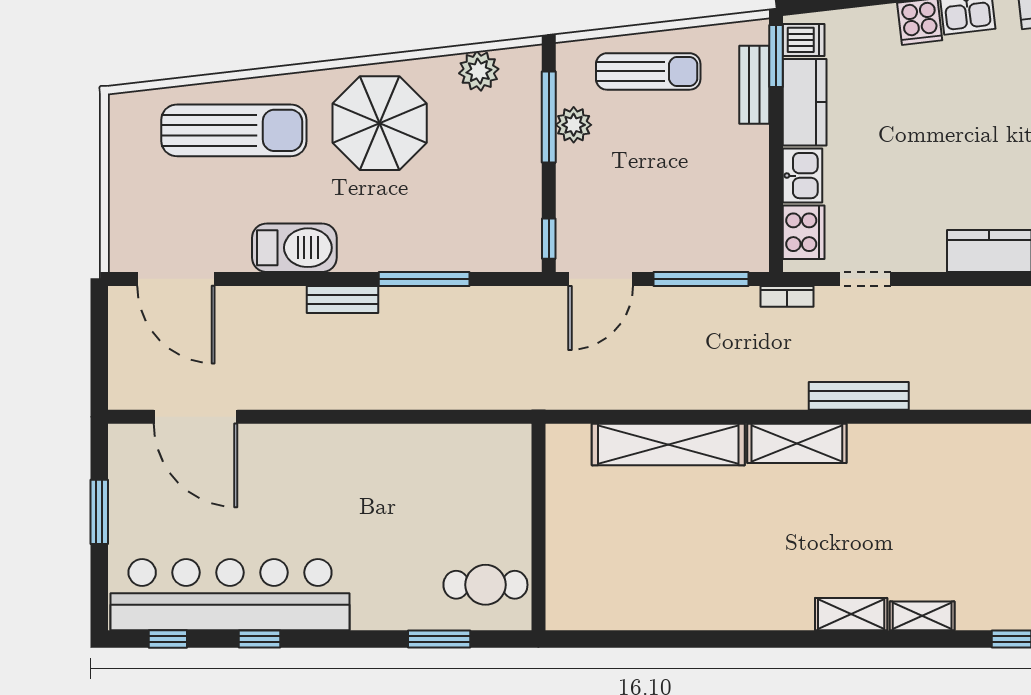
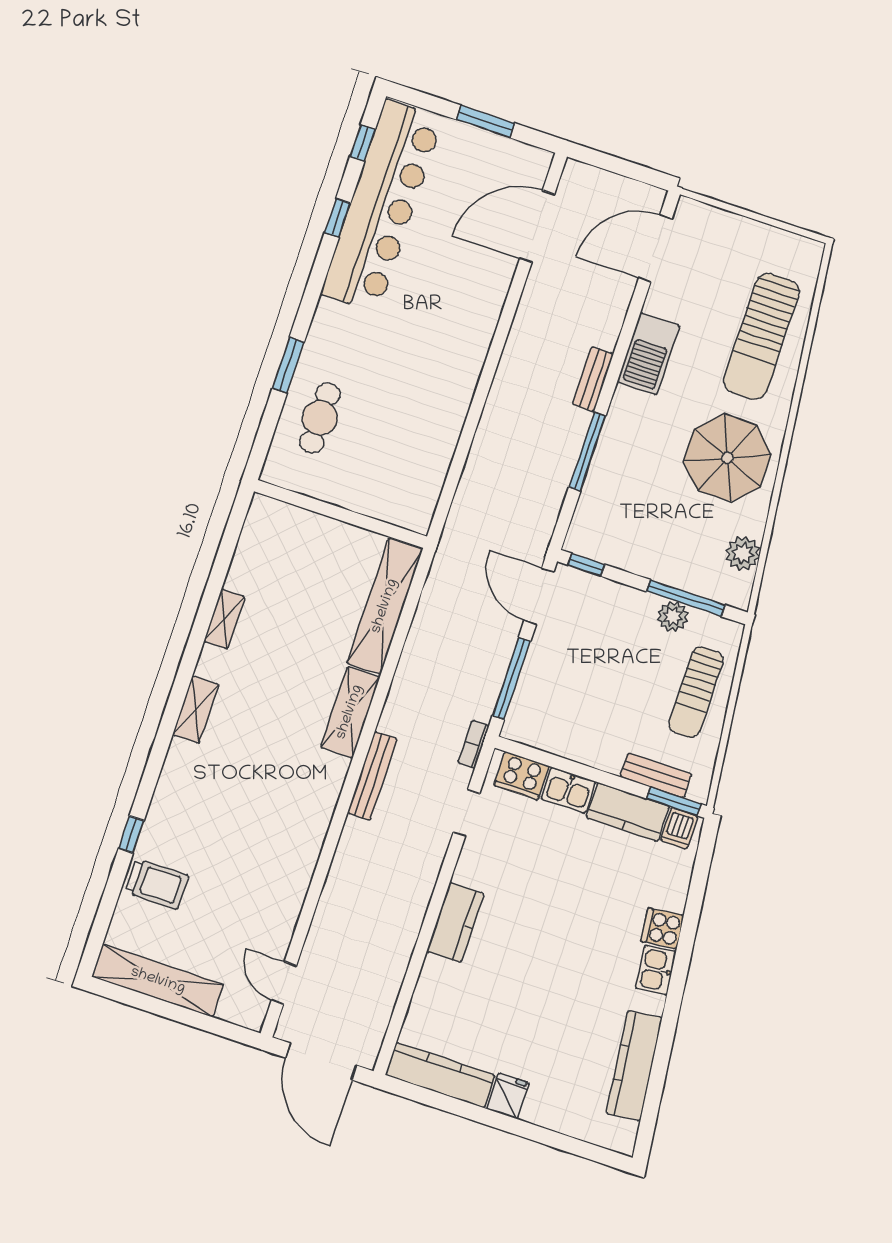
wall: (538, 527) -> (340, 514), moved
shelving: (922, 616) -> (224, 619), moved

